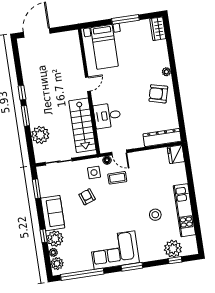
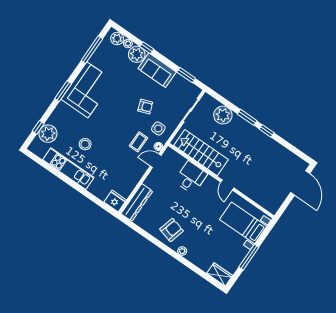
window: (82, 274) -> (92, 50), width x0.68

